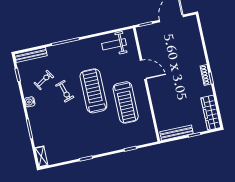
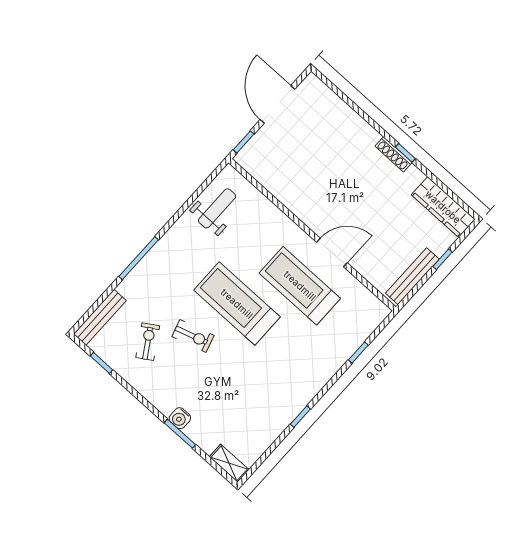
weight bench: (114, 44) -> (217, 208), turned 180
door: (143, 70) -> (332, 252), moved
water cooler: (30, 102) -> (180, 418), moved
treadmill: (126, 102) -> (300, 286), turned 180

